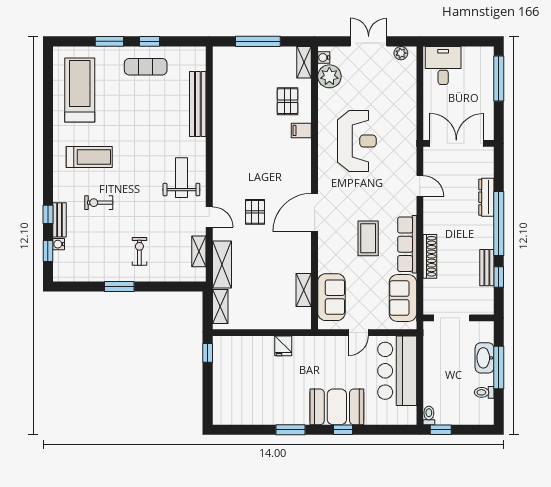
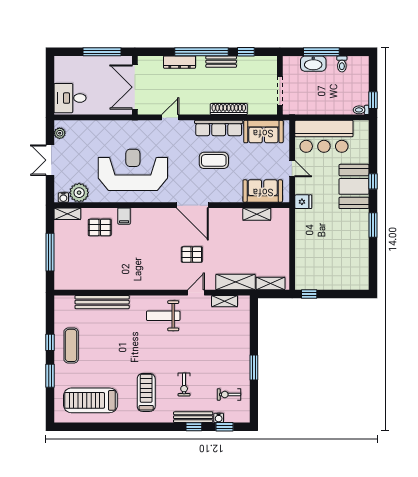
window: (499, 79) -> (102, 52), moved
reception desk: (357, 141) -> (133, 170), width x1.36, depth x1.30
bench: (59, 220) -> (193, 417), width x1.36
exercise bike: (139, 251) -> (229, 395), moved
bench: (487, 268) -> (221, 62), moved
fridge: (283, 346) -> (303, 202), moved

